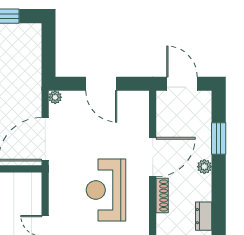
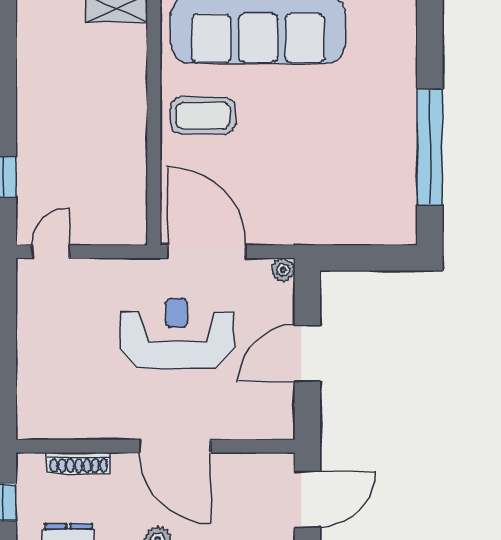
reception desk: (106, 190) -> (177, 333), moved
shoe rack: (162, 196) -> (79, 463), moved

